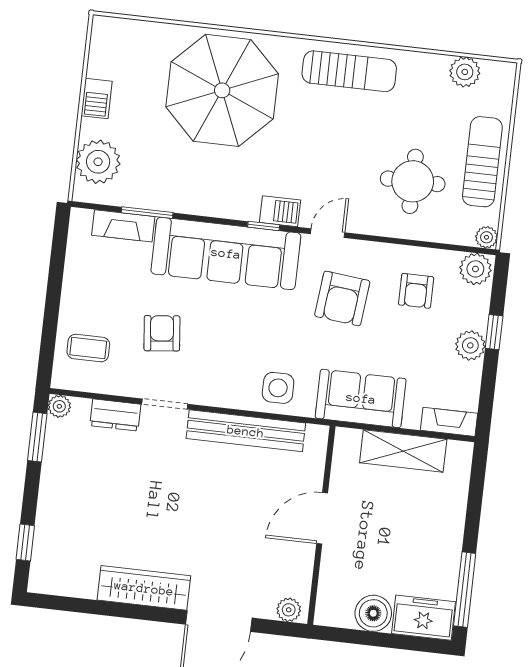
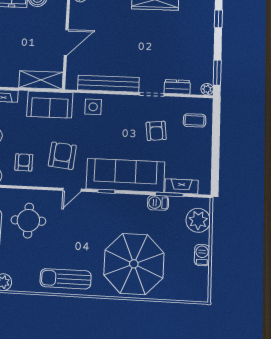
barbecue: (280, 211) -> (158, 203), moved
shelving: (403, 451) -> (41, 80), moved

